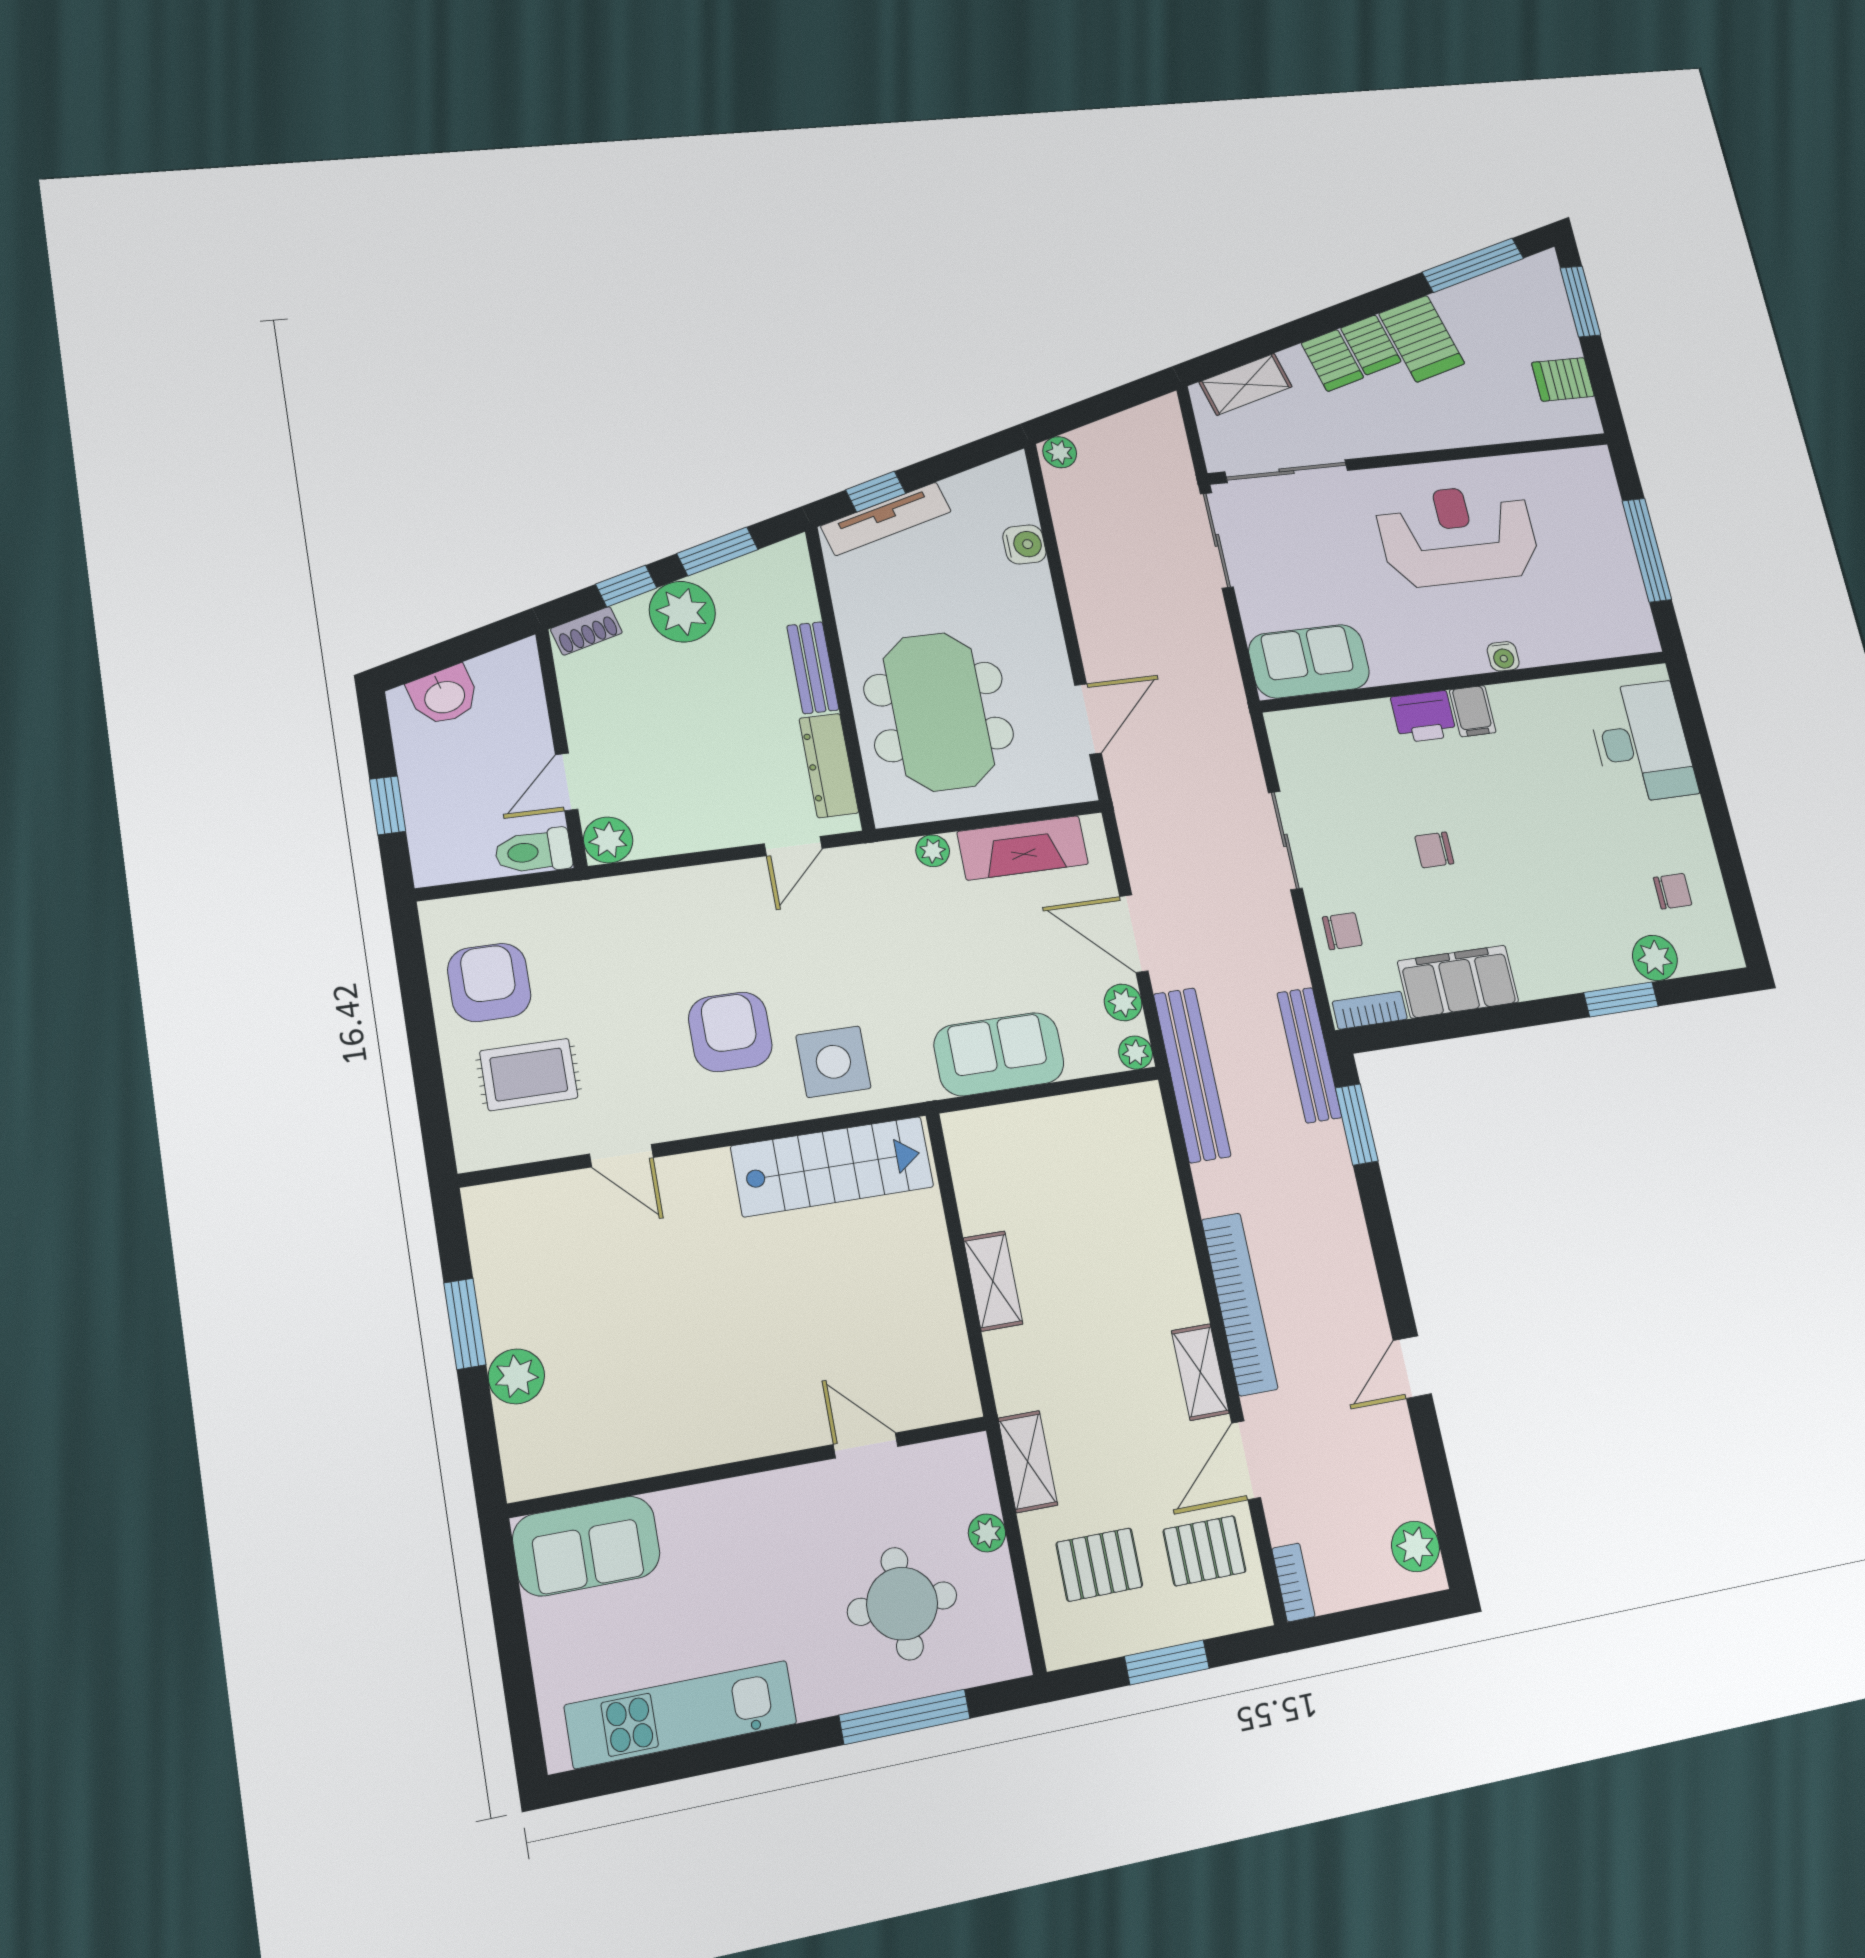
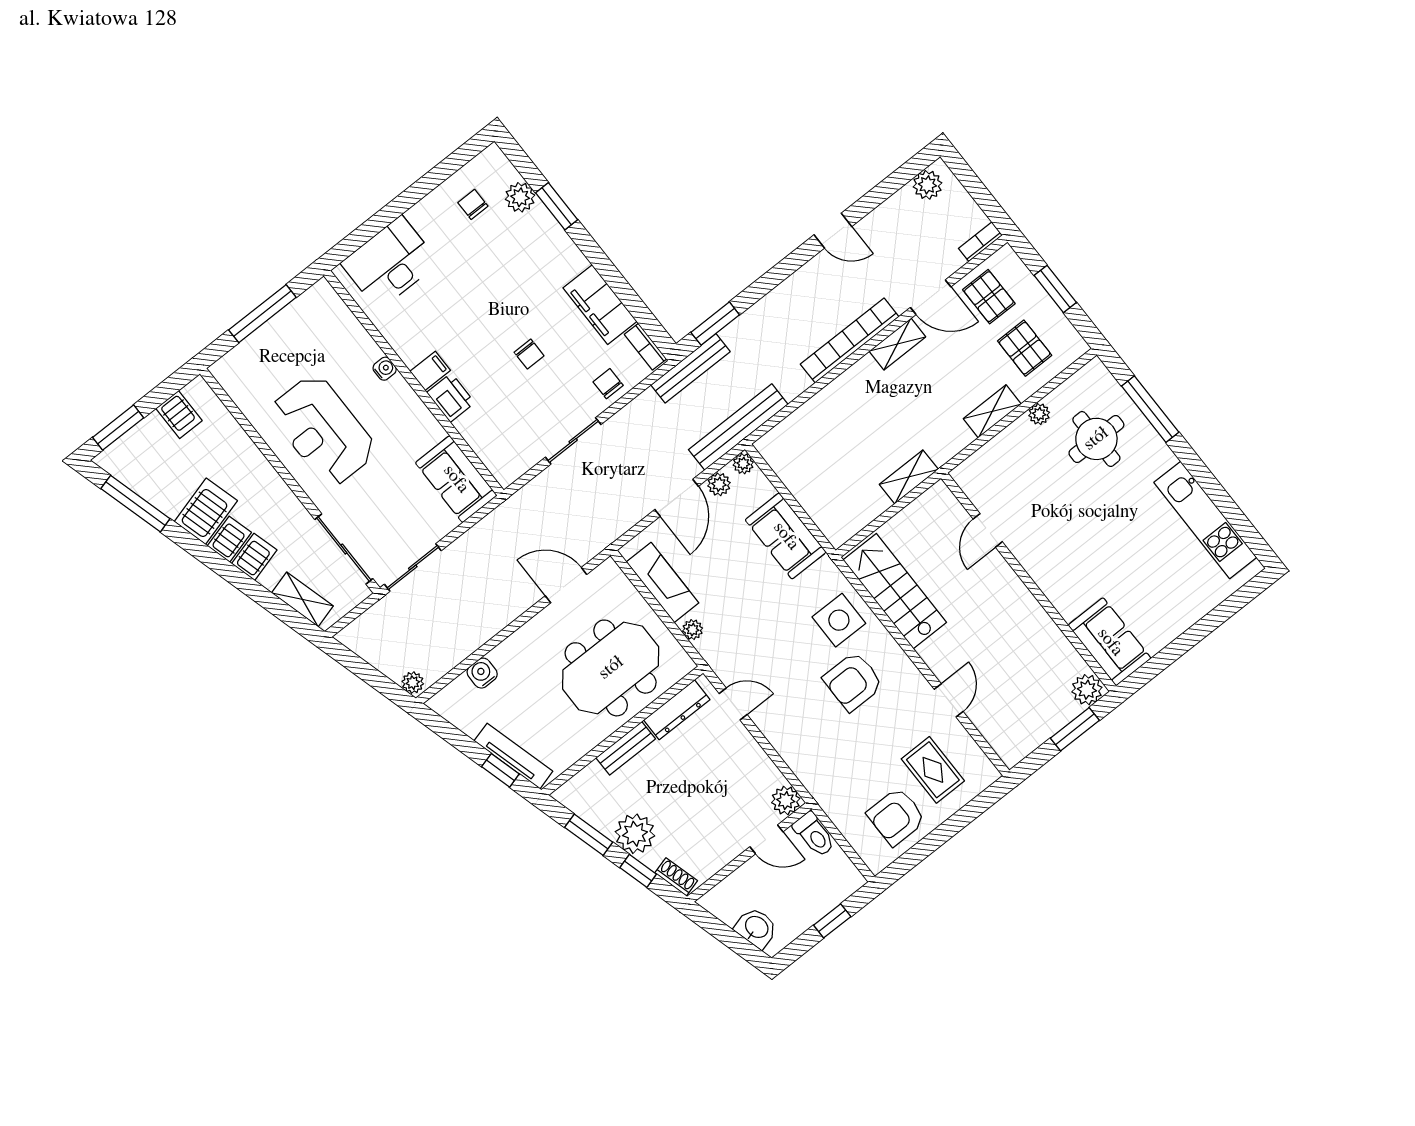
door: (866, 1445) -> (988, 530), moved
wall: (751, 1466) -> (1029, 582), moved
sofa: (586, 1546) -> (1110, 642), moved

